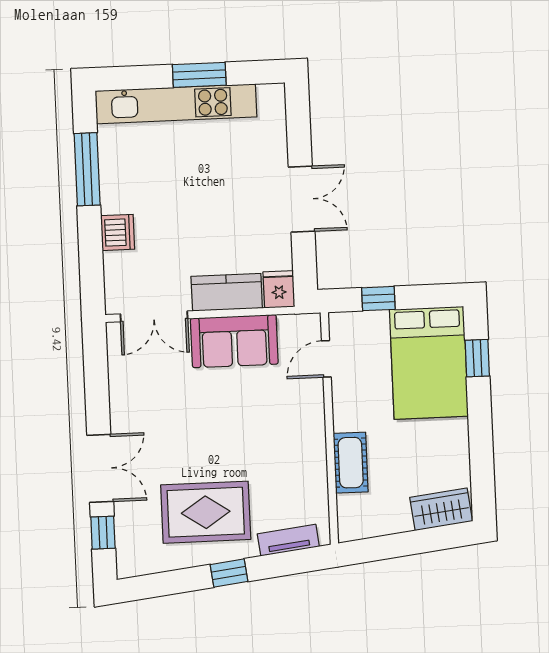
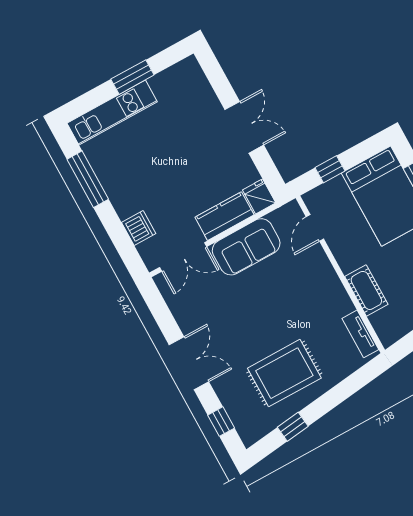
kitchen unit: (176, 104) -> (112, 113), width x0.73
dishwasher: (118, 232) -> (139, 228), moved
double door: (100, 468) -> (189, 363), moved
tv unit: (288, 540) -> (360, 334), moved, turned -83
window: (229, 573) -> (293, 427), moved

